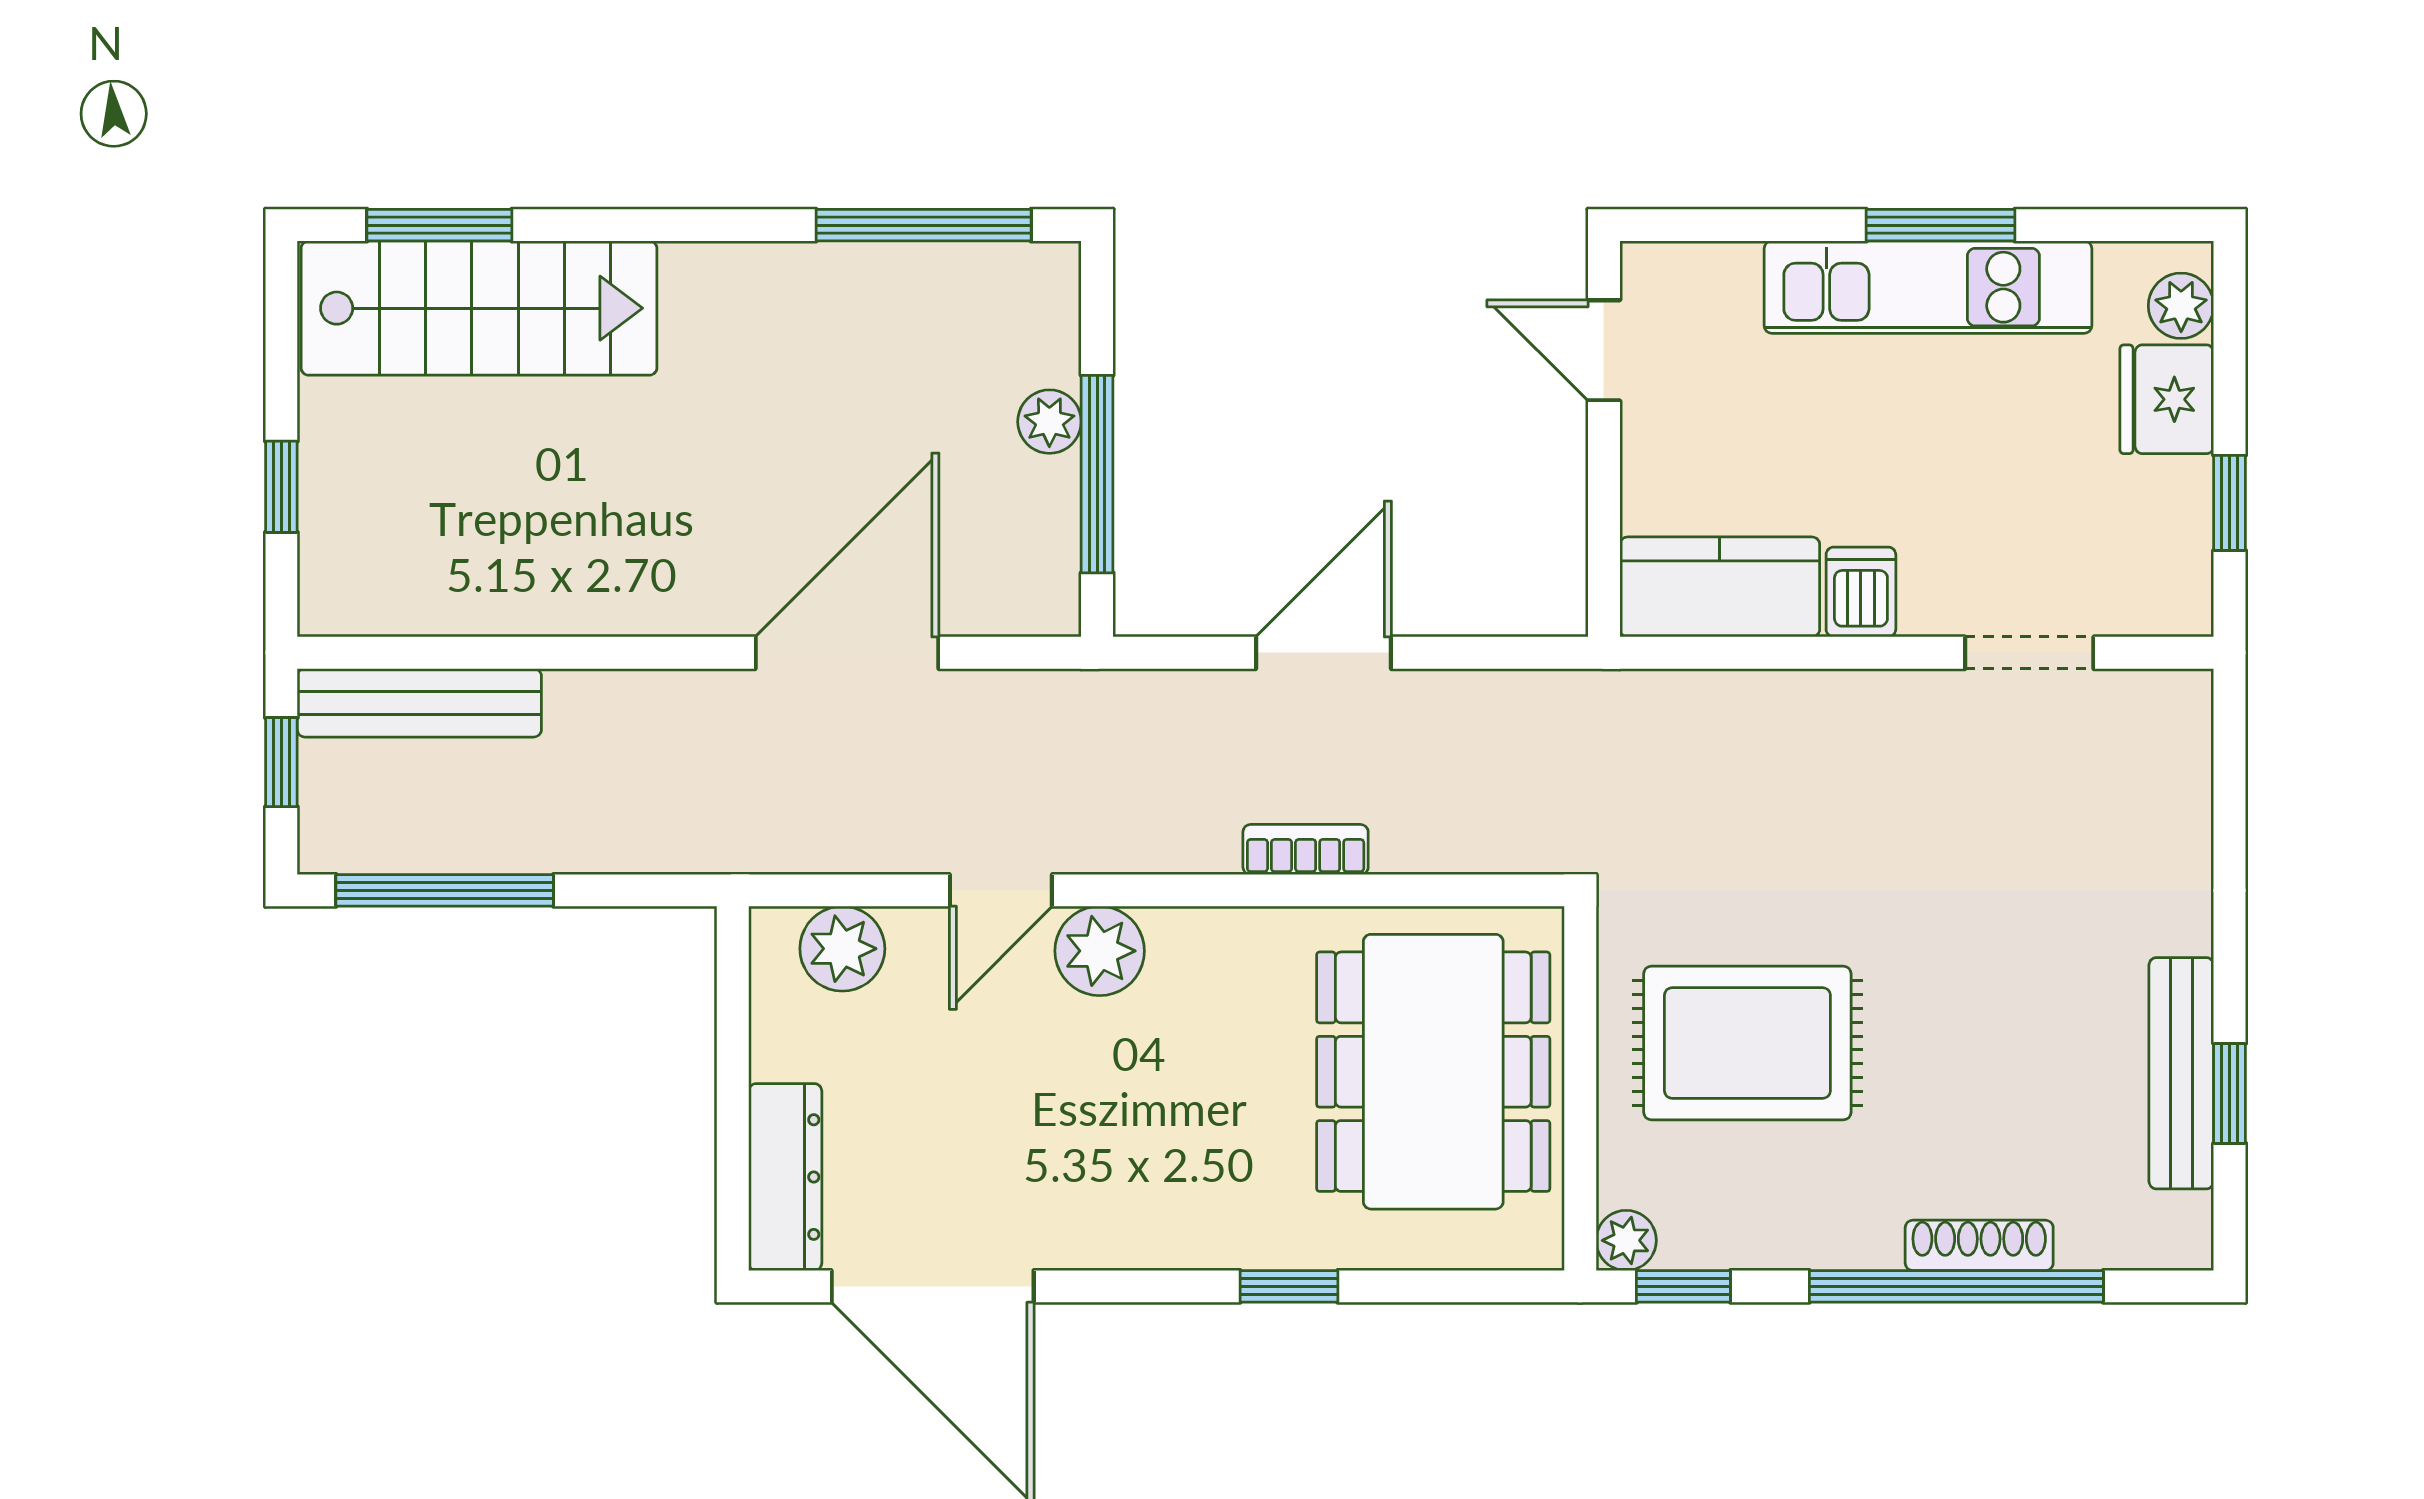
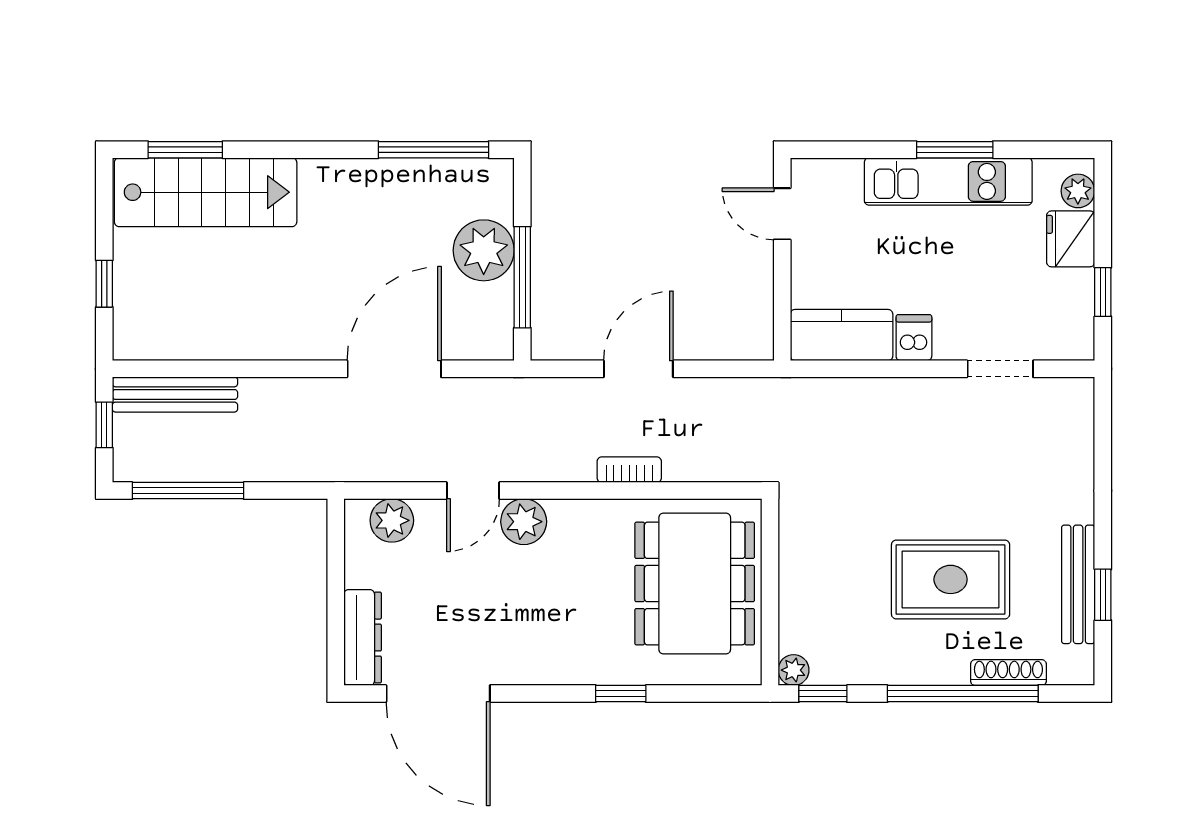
plant: (1049, 422) -> (484, 250), width x1.87, depth x1.87
rug: (1747, 1043) -> (951, 579), moved
shoe rack: (1979, 1245) -> (1008, 673), moved

